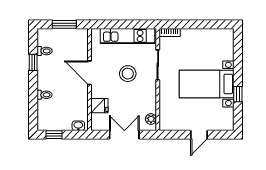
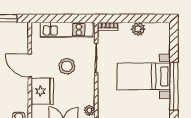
plant: (201, 35) -> (138, 29), added
window: (238, 94) -> (174, 86), width x3.17
fridge: (99, 106) -> (42, 91), width x1.88, depth x1.34

